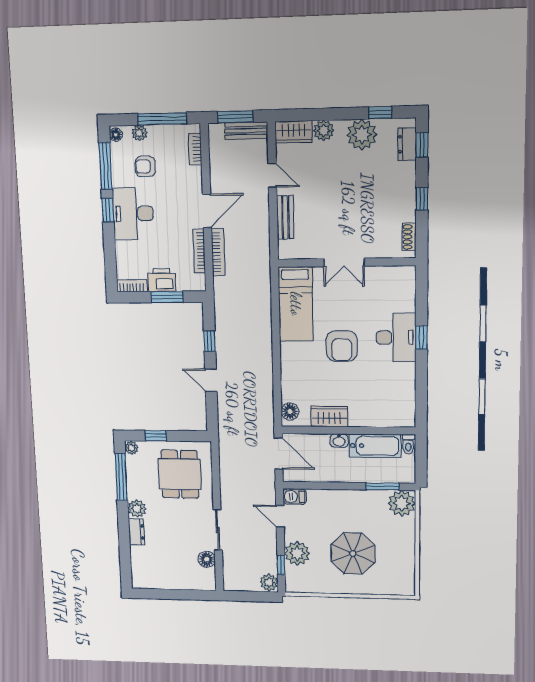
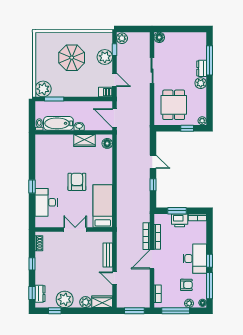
bench: (246, 131) -> (128, 303), removed
desk: (396, 337) -> (46, 202), moved
window: (121, 477) -> (209, 60), moved
floor lamp: (207, 559) -> (159, 37), moved

